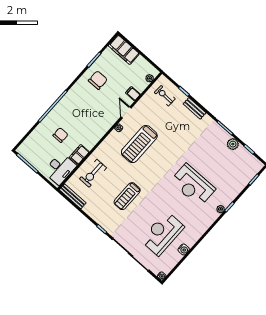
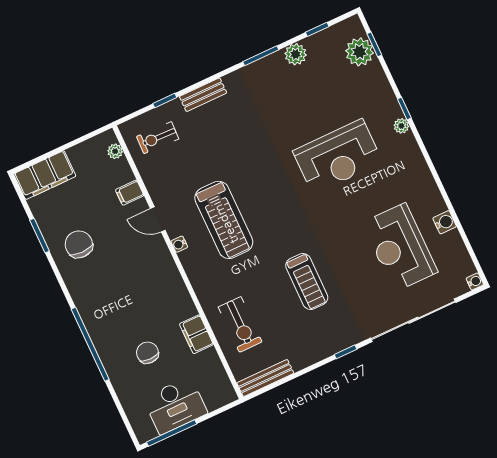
desk: (60, 169) -> (175, 406), moved, turned 90
plant: (247, 174) -> (360, 52), added

